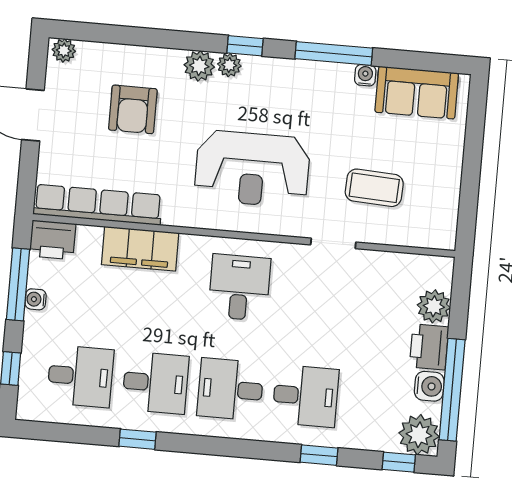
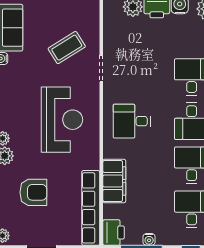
coffee table: (374, 188) -> (67, 48), turned 55

